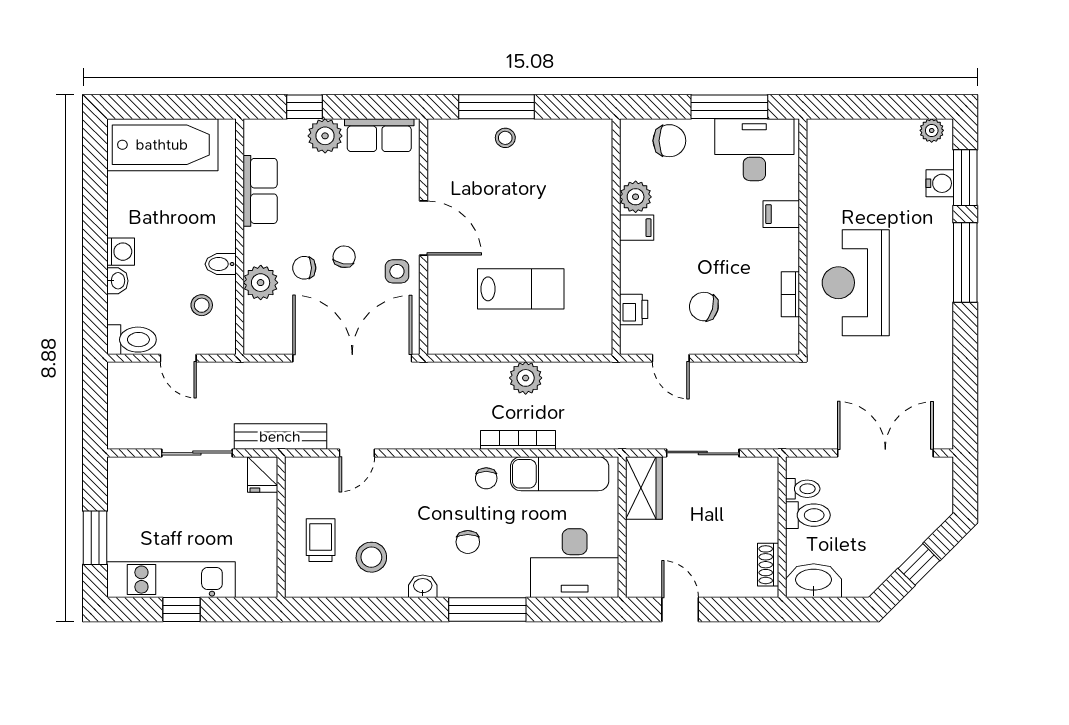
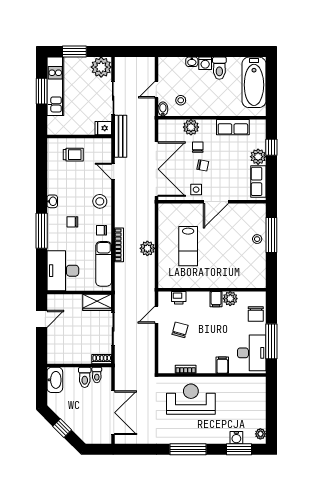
window: (965, 262) -> (188, 449), moved
bidet: (221, 264) -> (163, 109), moved
toilet: (132, 340) -> (219, 68), moved
plant: (129, 479) -> (101, 67), added
stool: (371, 557) -> (100, 201), moved
shoe rack: (768, 565) -> (102, 359), moved
window: (181, 609) -> (42, 91), width x1.50

